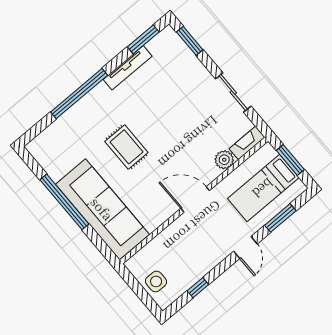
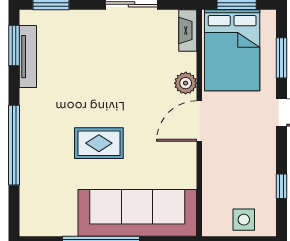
tv unit: (128, 68) -> (28, 57), moved
plant: (224, 160) -> (186, 83), moved
bed: (263, 188) -> (232, 50), width x1.50

